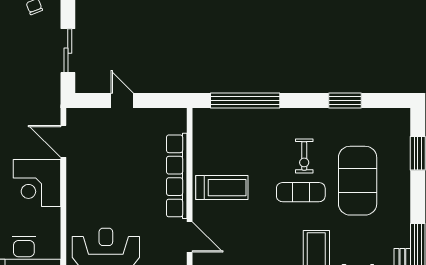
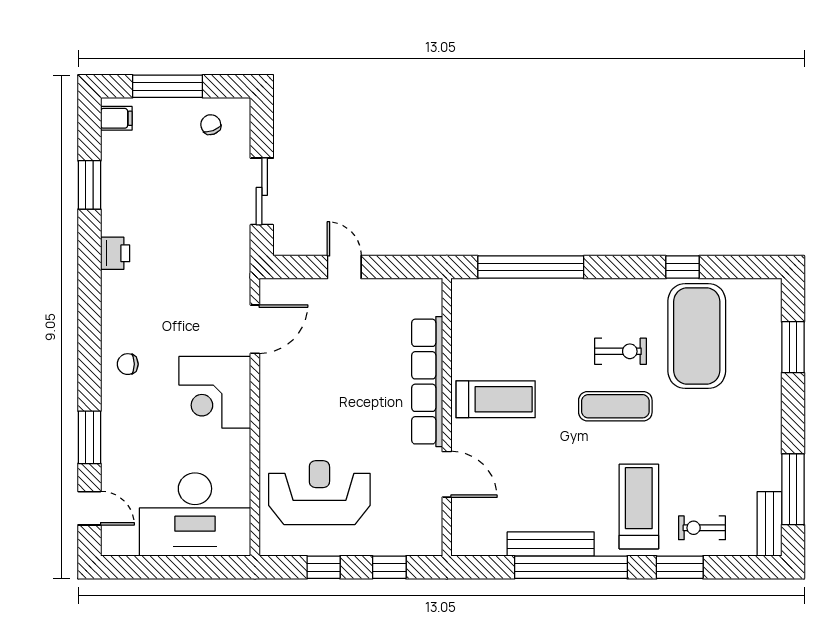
window: (345, 100) -> (682, 267), width x0.67
door: (63, 141) -> (255, 329), swing flipped
exercise bike: (304, 156) -> (620, 351), turned -90
exercise mat: (358, 181) -> (697, 336), moved

